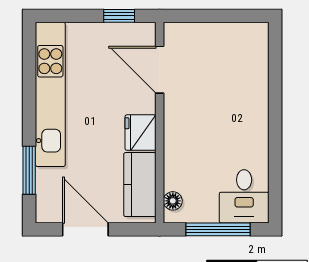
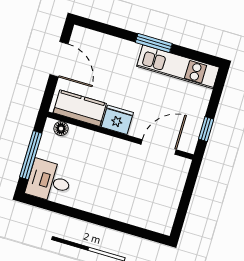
kitchen unit: (50, 94) -> (178, 67), width x0.73
window: (29, 170) -> (154, 43), moved
door: (85, 229) -> (59, 59), hinge flipped

